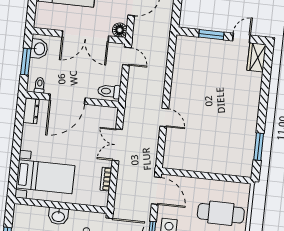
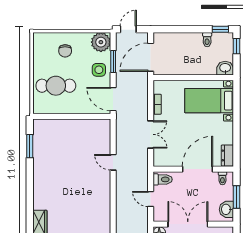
door: (127, 56) -> (151, 199), moved
washbasin: (58, 216) -> (225, 68), moved

